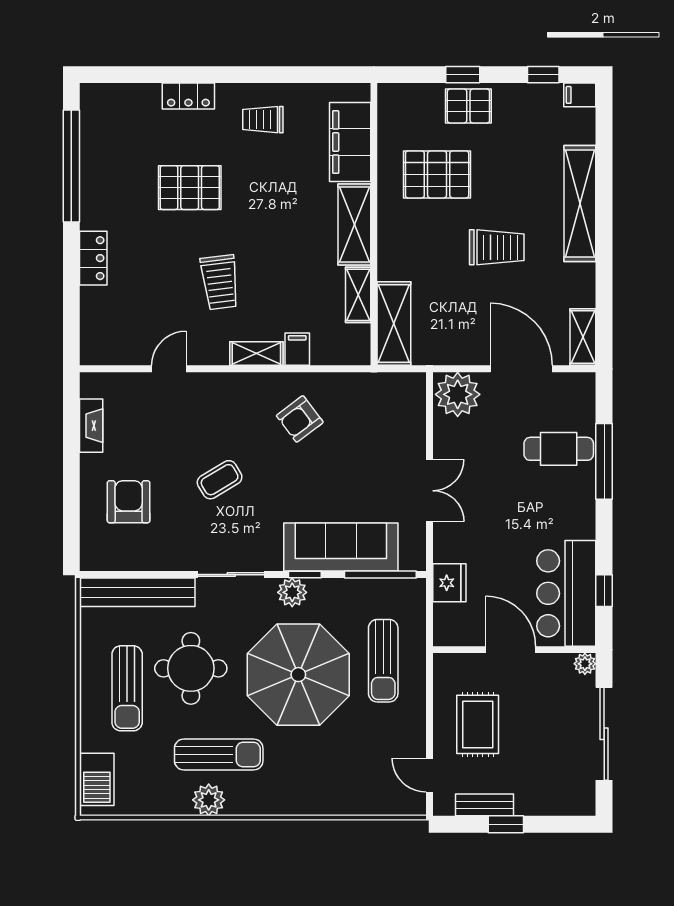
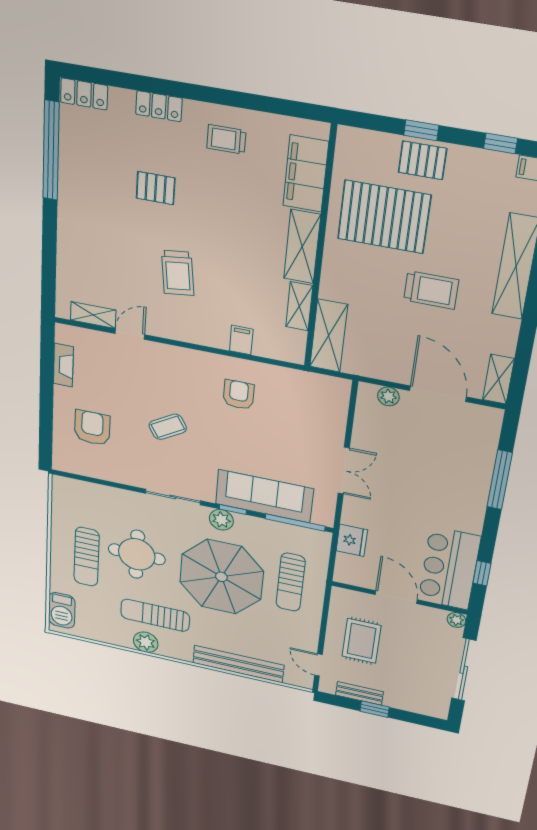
pallet: (437, 174) -> (384, 217), width x1.37, depth x1.41
pallet: (190, 188) -> (156, 188), width x0.67, depth x0.71
locker: (93, 258) -> (84, 94), moved, turned 90
shelving: (256, 354) -> (93, 315), moved
plant: (458, 394) -> (388, 396), width x0.53, depth x0.53
armchair: (300, 419) -> (239, 395), turned 127
cafe table: (559, 449) -> (461, 462), removed
bench: (137, 592) -> (238, 664), moved
sun lounger: (219, 755) -> (155, 615), turned 180

